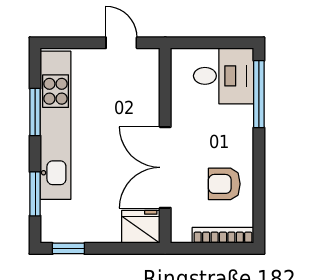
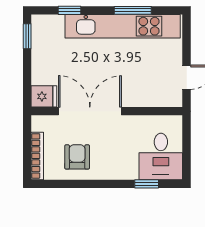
window: (259, 94) -> (147, 184), width x0.46
window: (35, 194) -> (69, 10), width x0.67
fridge: (141, 227) -> (44, 96), width x0.72

